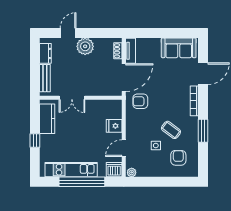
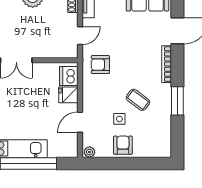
door: (124, 78) -> (80, 36), width x0.53
armchair: (178, 158) -> (123, 145), moved
dishwasher: (114, 170) -> (69, 76), moved, turned -90

